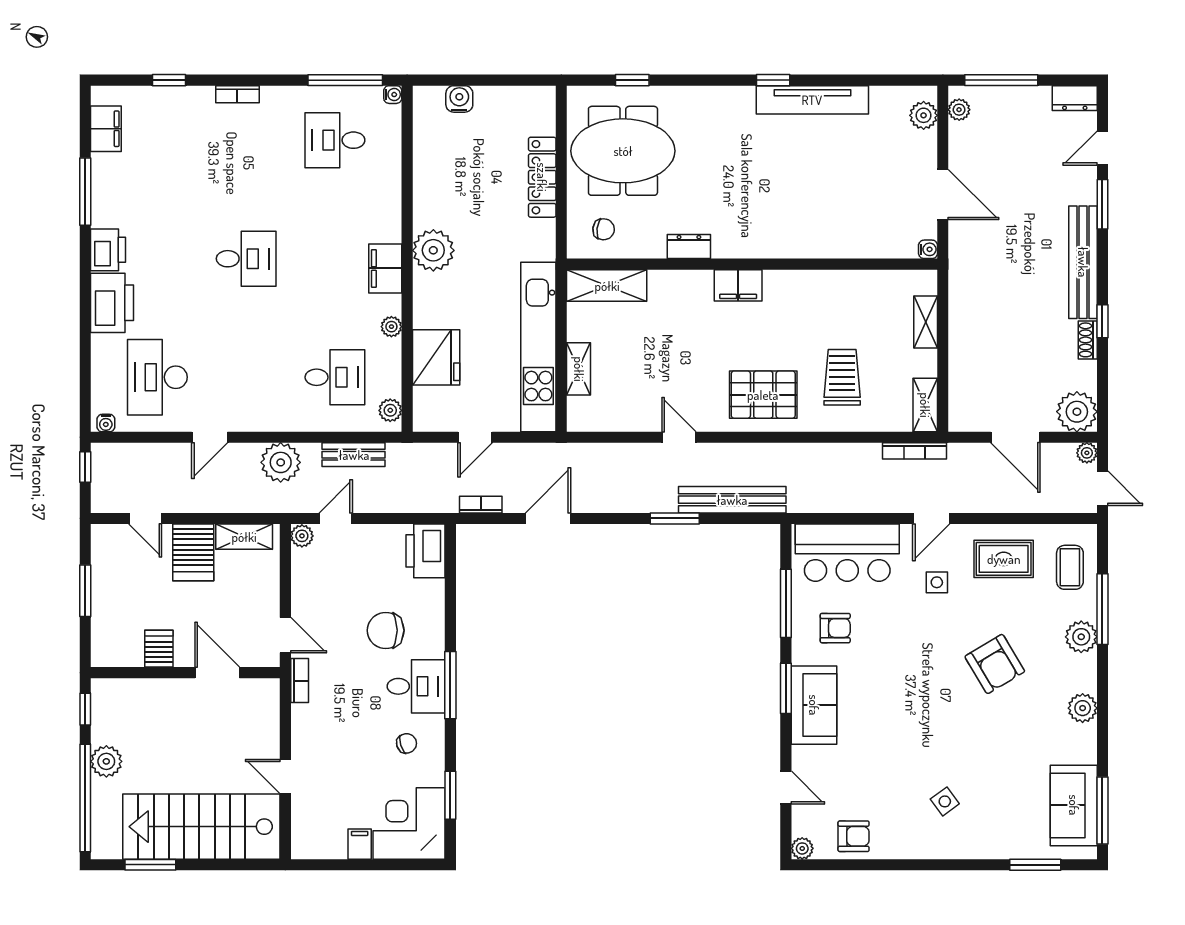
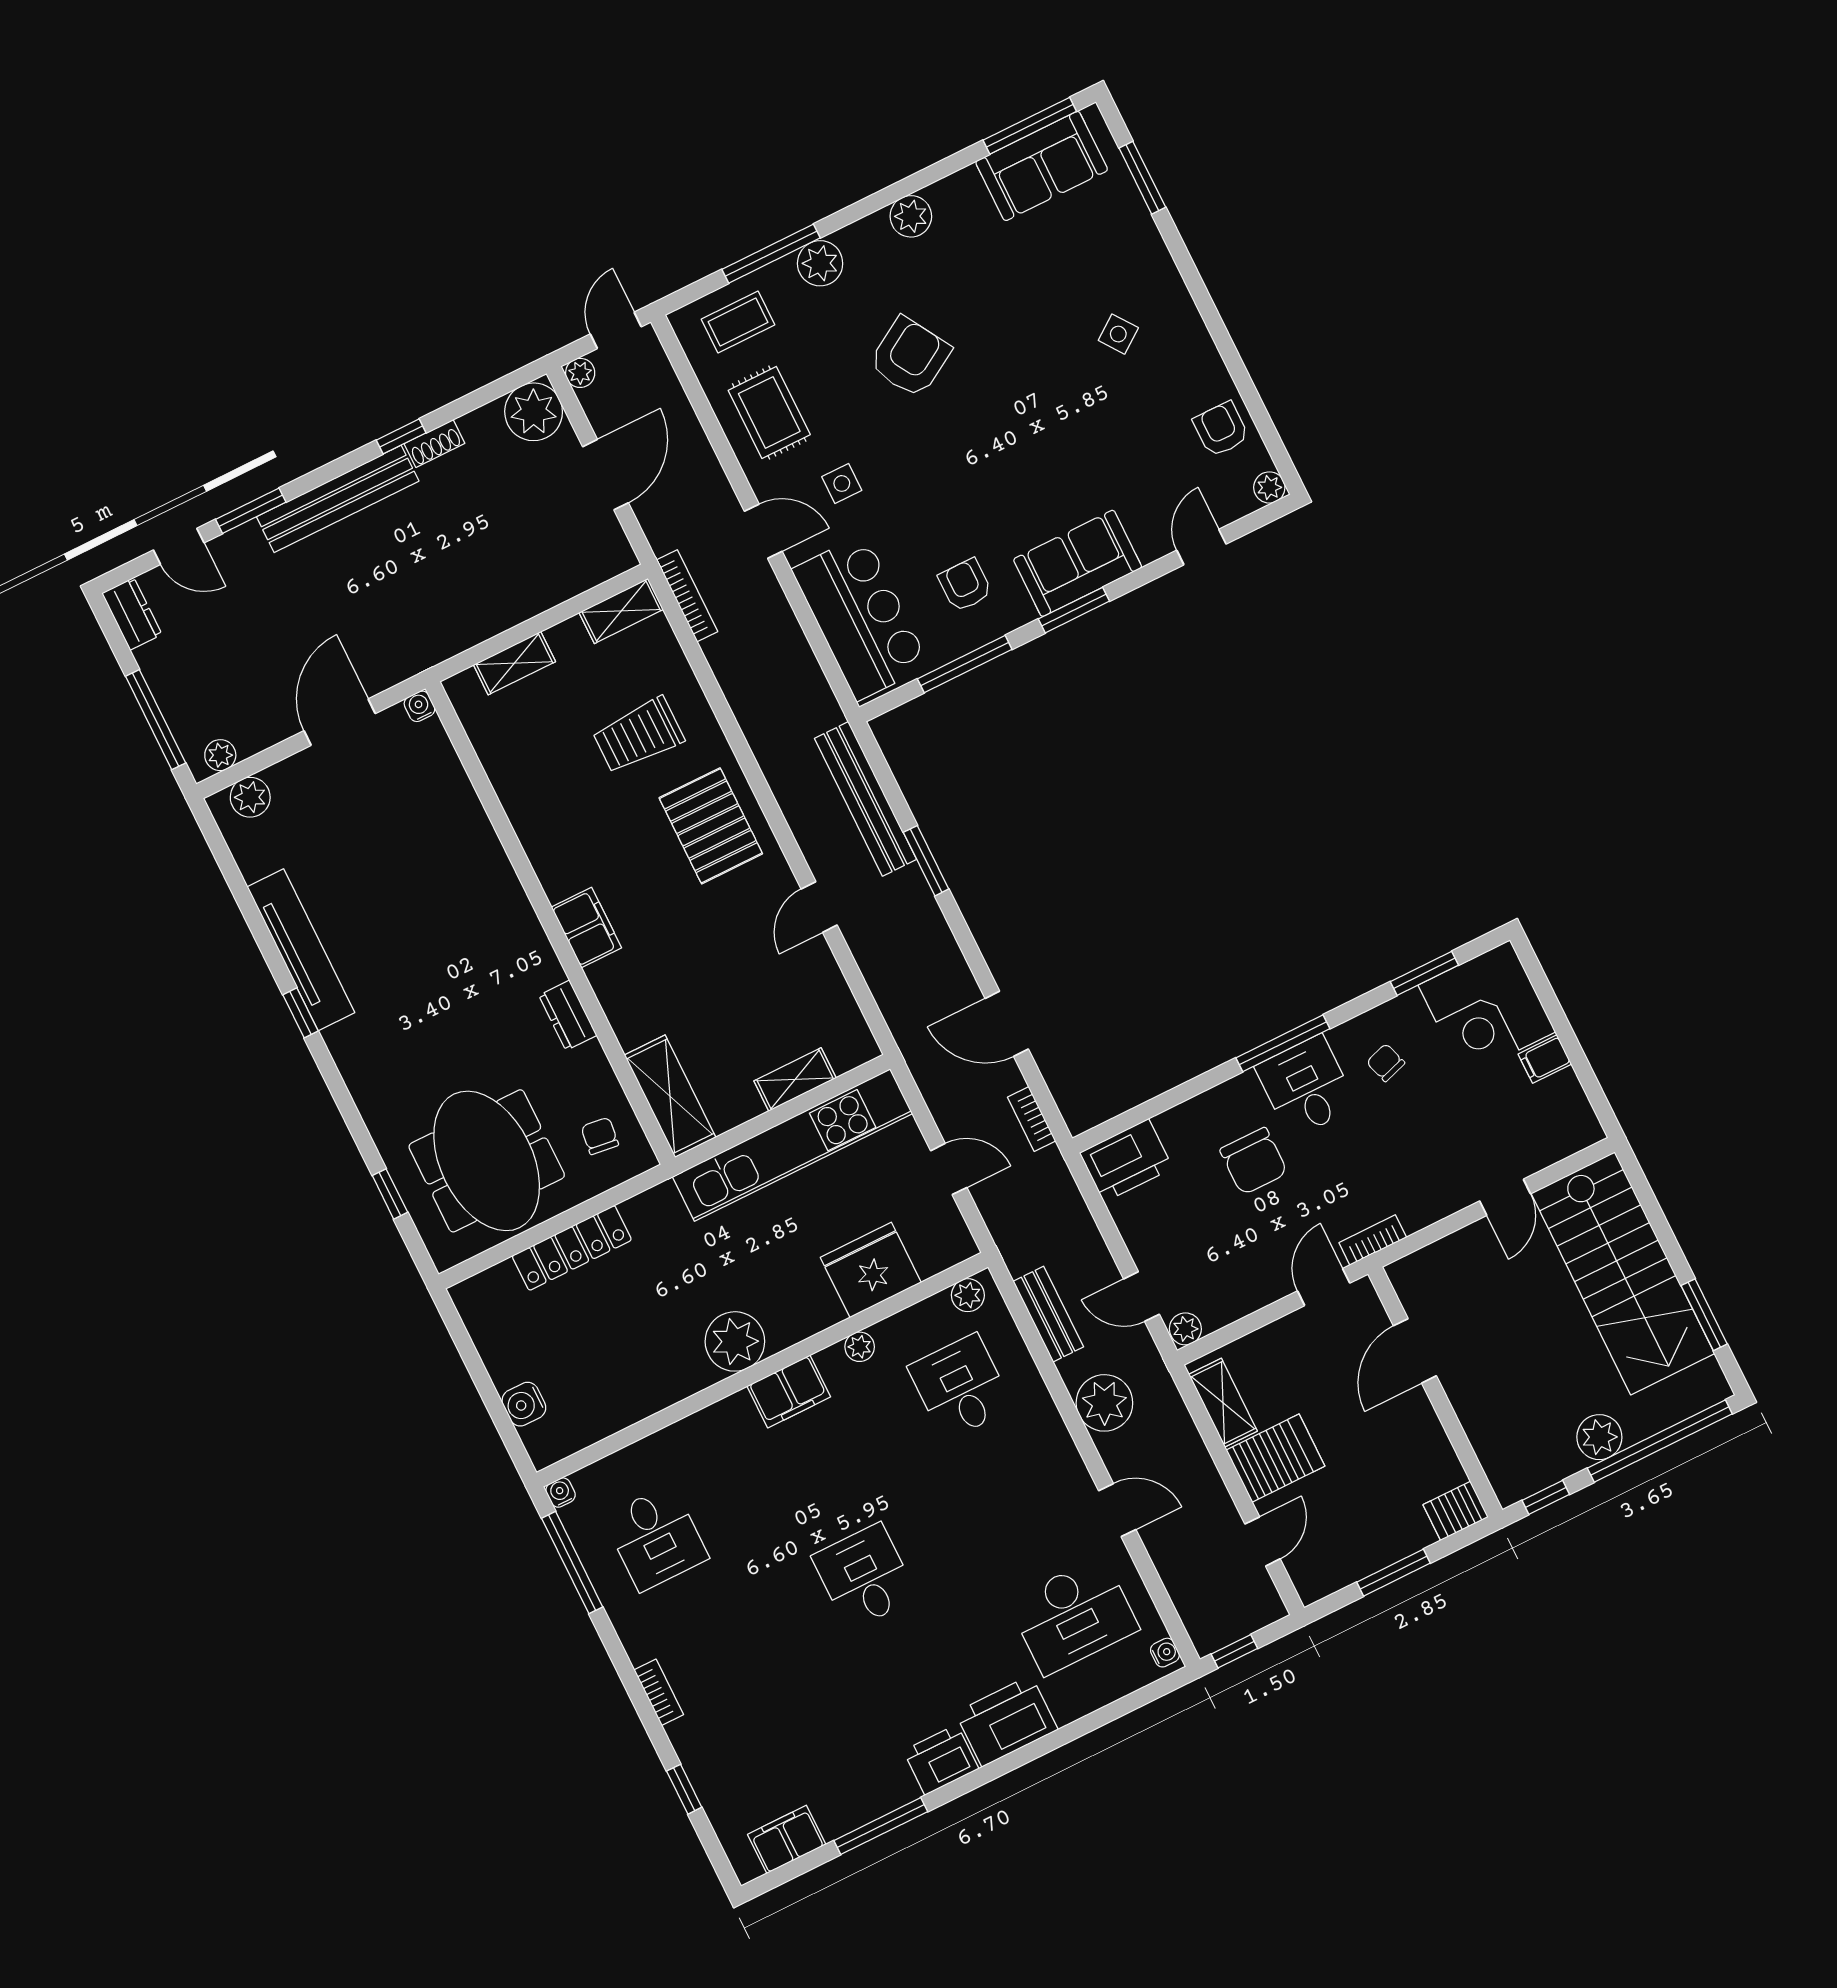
server rack: (159, 649) -> (1456, 1511), moved

